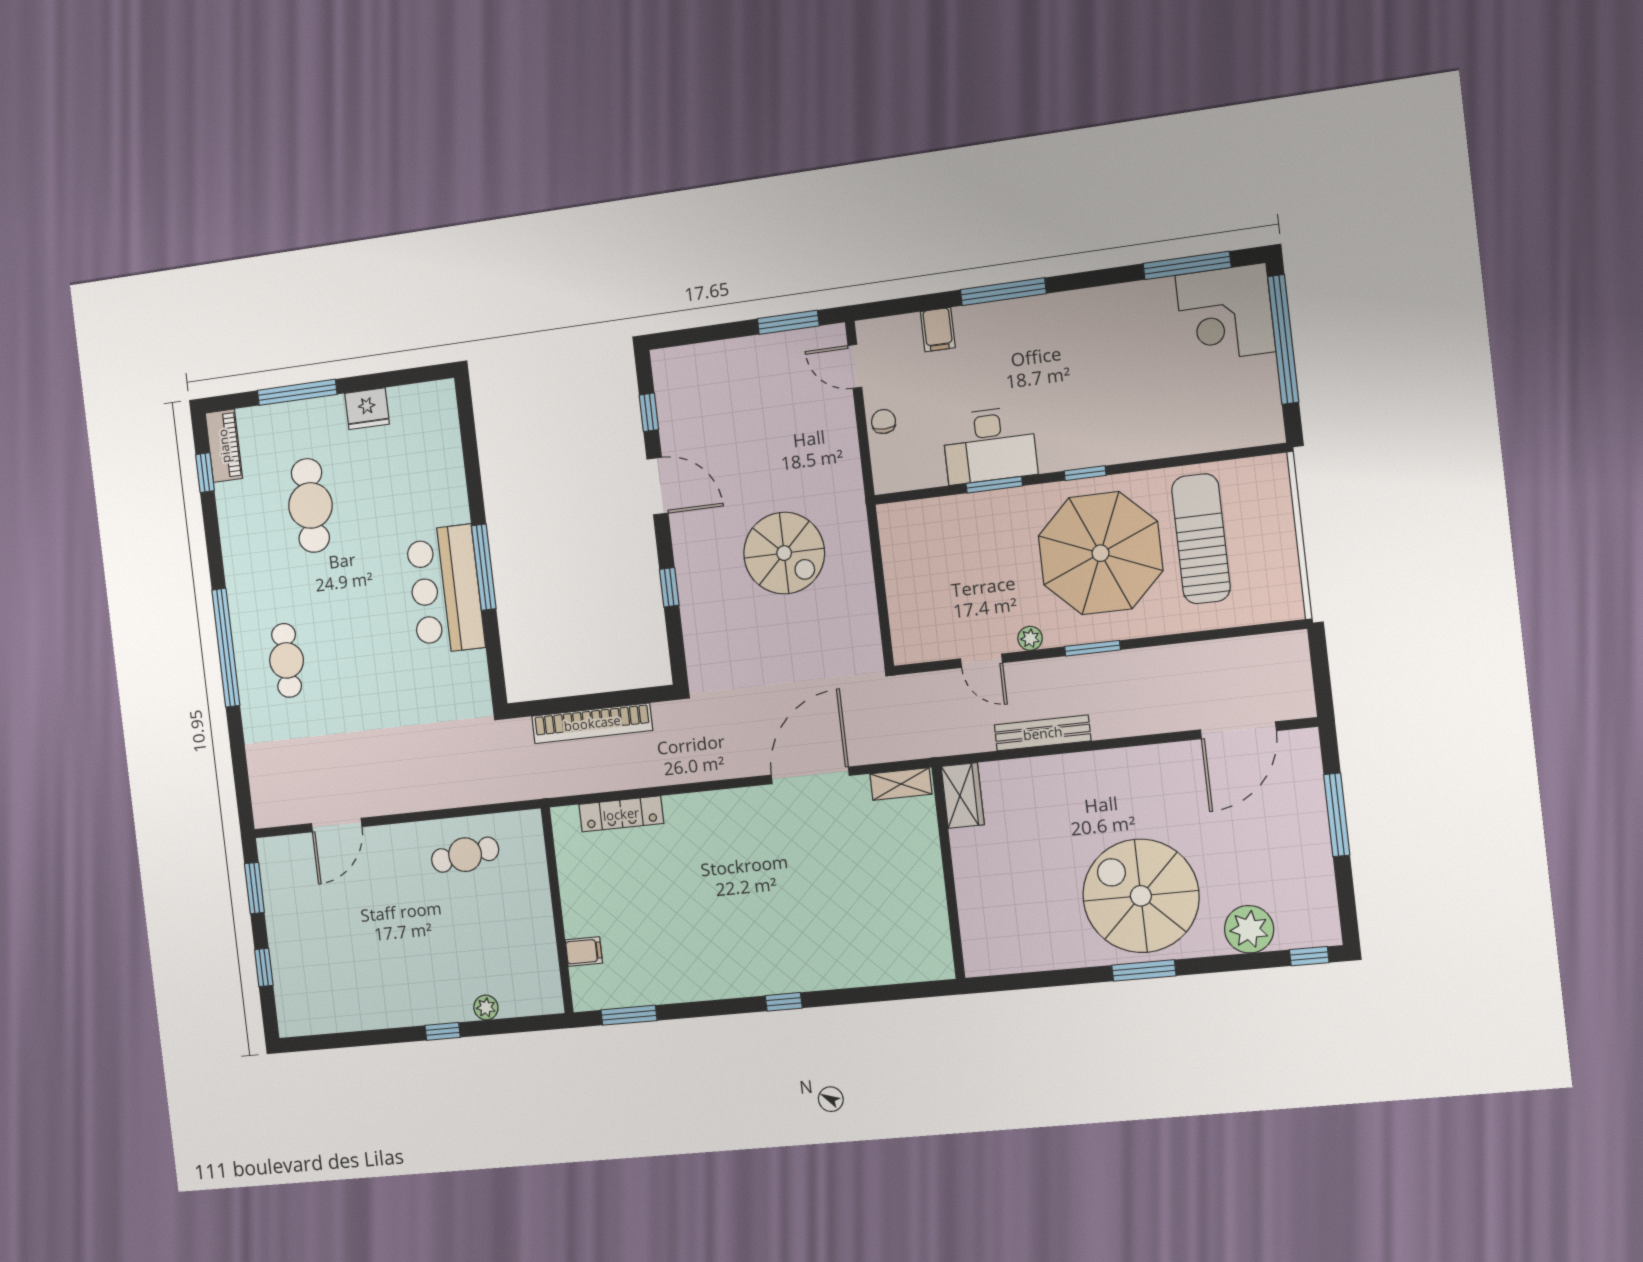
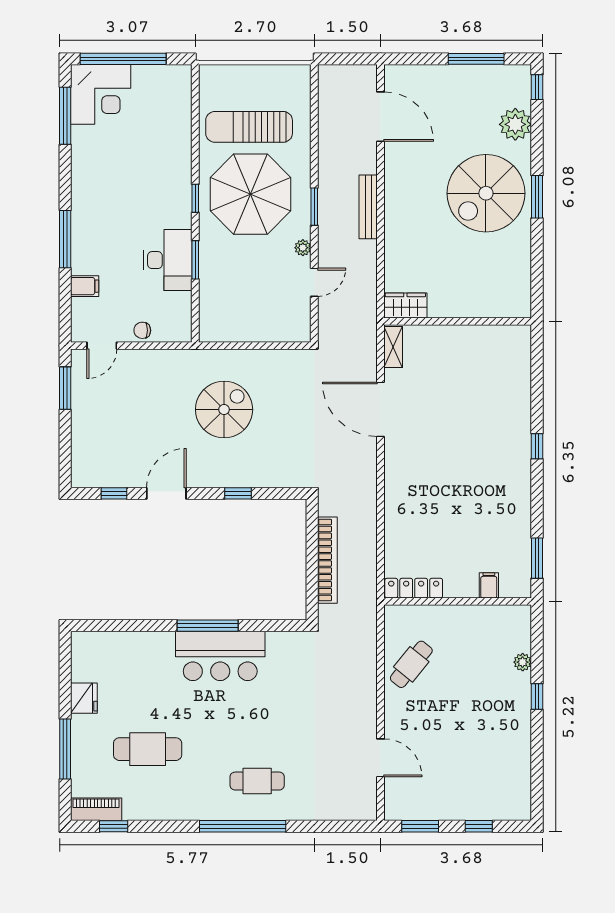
bench: (1043, 733) -> (368, 207), moved
locker: (621, 814) -> (414, 588), moved, turned -90
window: (1337, 815) -> (476, 59), moved
cafe table: (465, 855) -> (411, 664), turned 47

